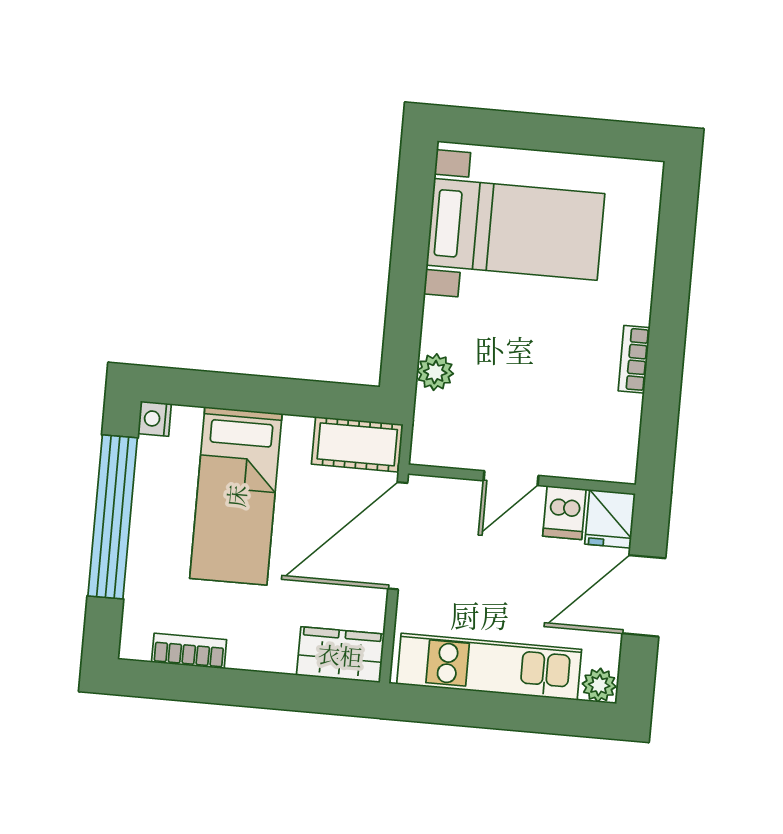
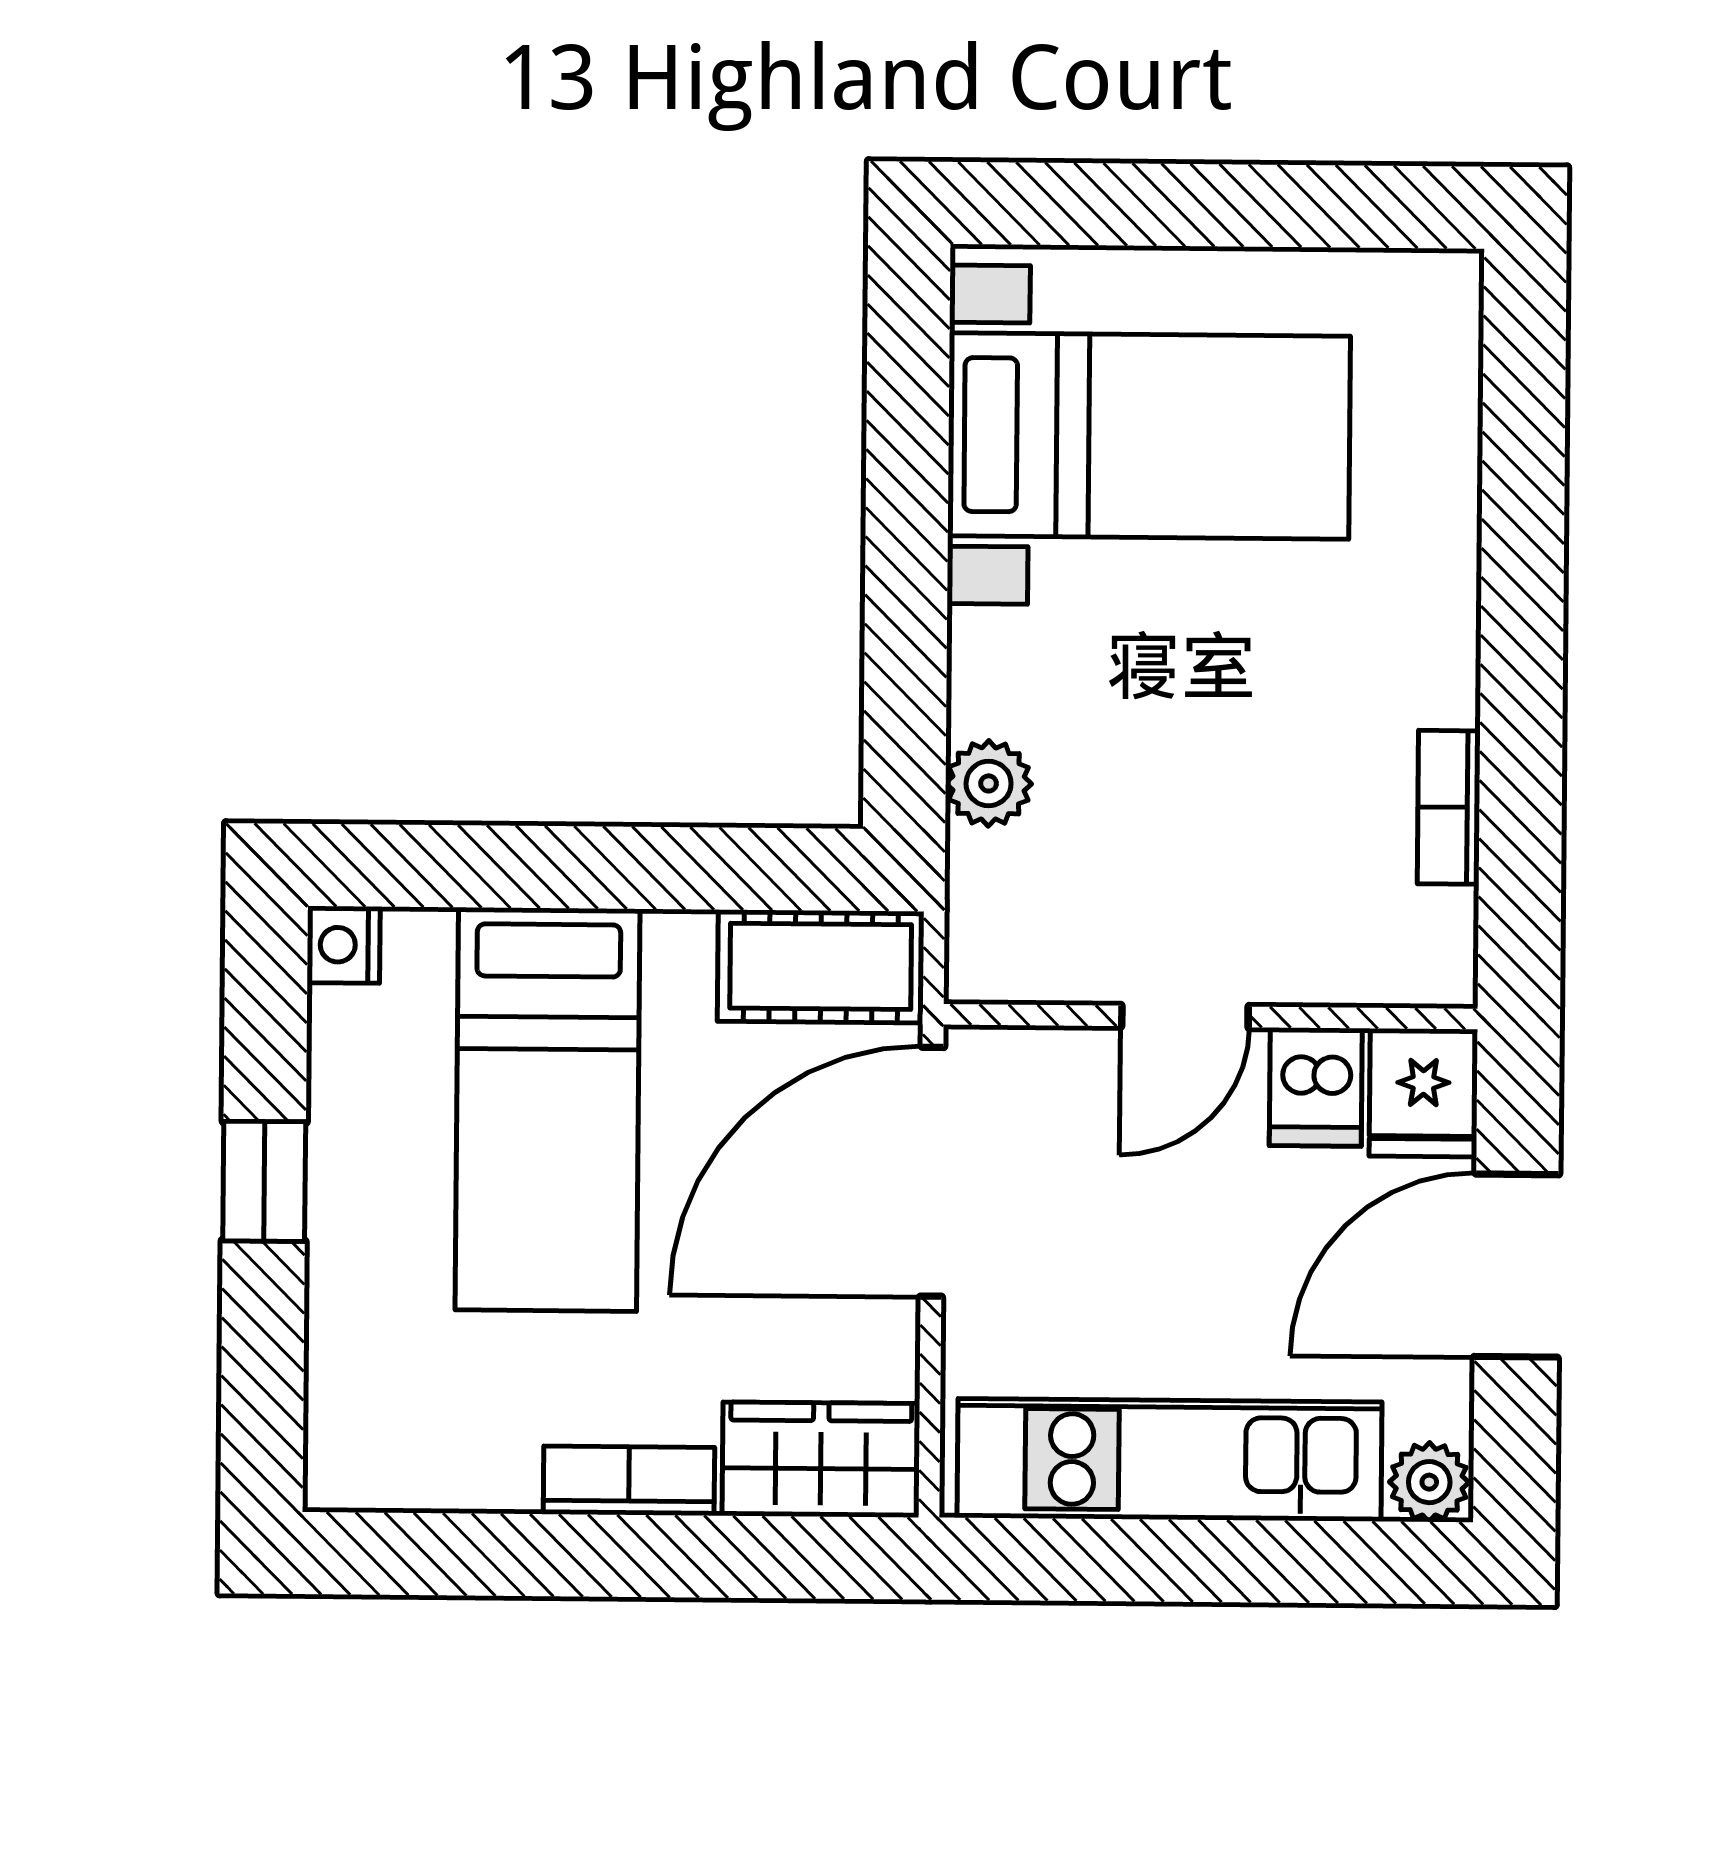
bookcase: (634, 359) -> (1449, 807), moved
window: (113, 517) -> (264, 1181), width x0.32
bookcase: (189, 651) -> (629, 1481), moved

